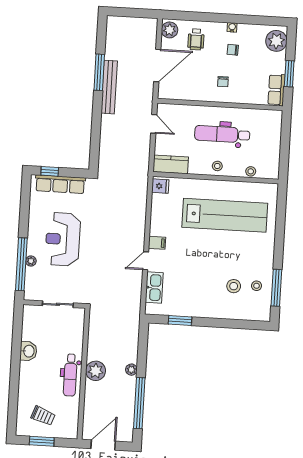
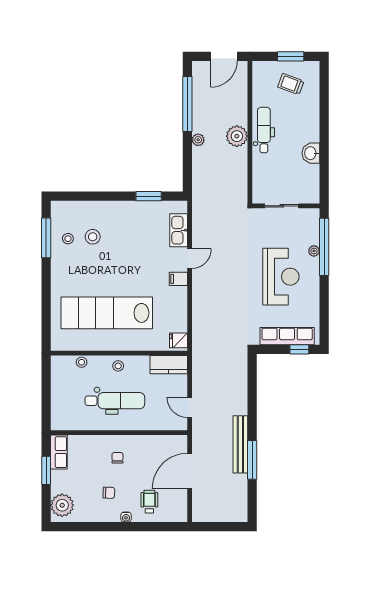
water cooler: (232, 27) -> (126, 517), moved
plant: (170, 30) -> (179, 510), removed

